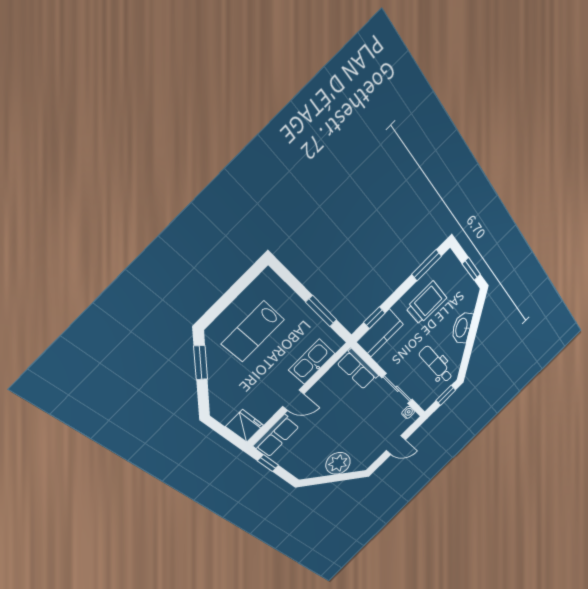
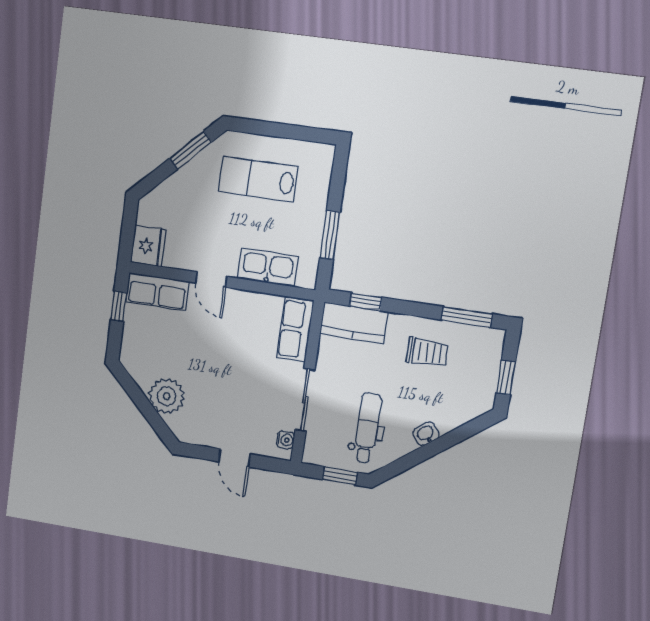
trolley: (426, 303) -> (427, 352), width x0.73, depth x0.72
washbasin: (462, 328) -> (426, 434), width x0.52, depth x0.69

